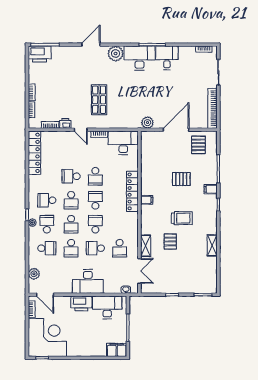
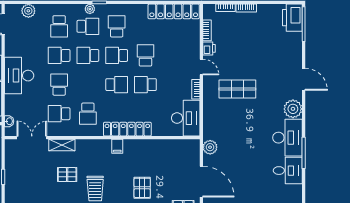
door: (81, 130) -> (201, 67), swing flipped
school desk: (95, 224) -> (88, 114), moved, turned 90
double door: (139, 271) -> (32, 138), swing flipped

